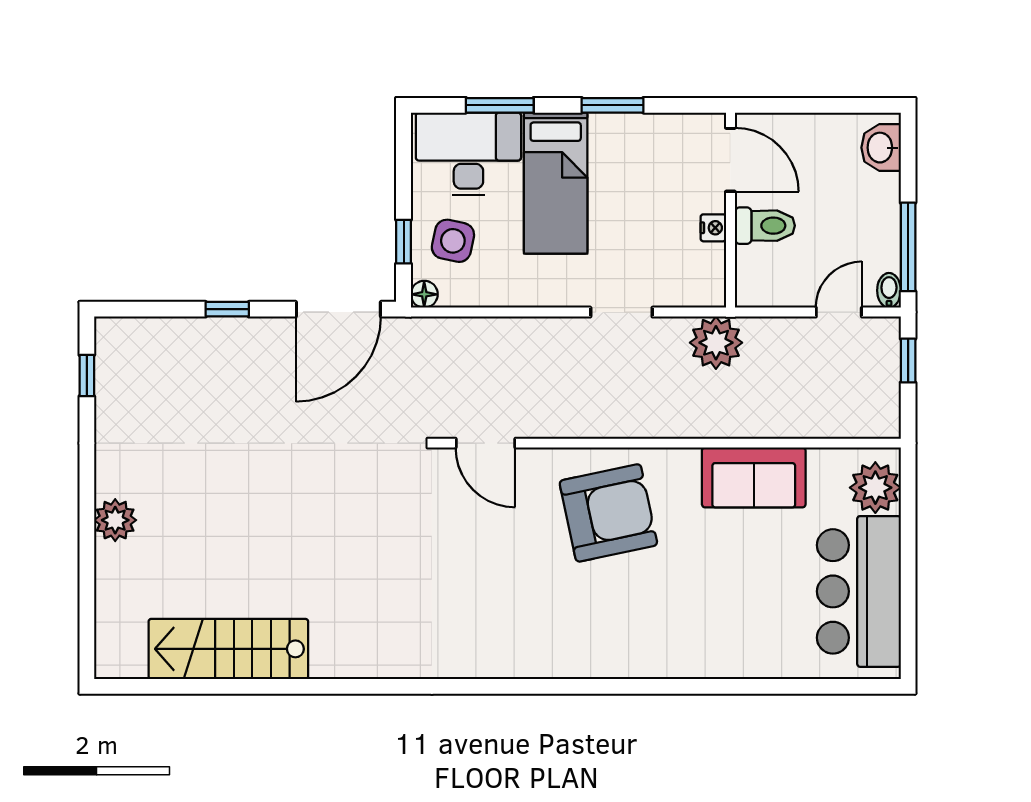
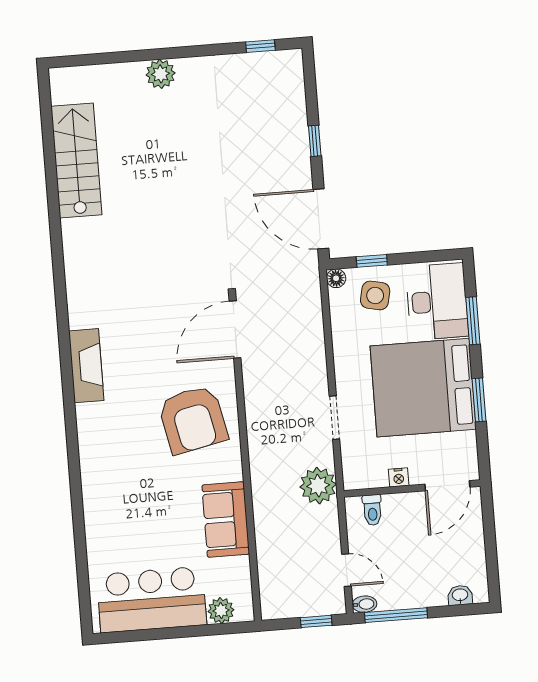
washbasin: (881, 148) -> (460, 595), width x0.72, depth x0.69
bed: (556, 183) -> (423, 388), width x2.04
toilet: (765, 226) -> (372, 510), moved, width x0.73, depth x0.72
door: (485, 443) -> (235, 329), width x1.36
plant: (875, 488) -> (221, 611), width x0.73, depth x0.73
fireplace: (520, 658) -> (86, 366), added

